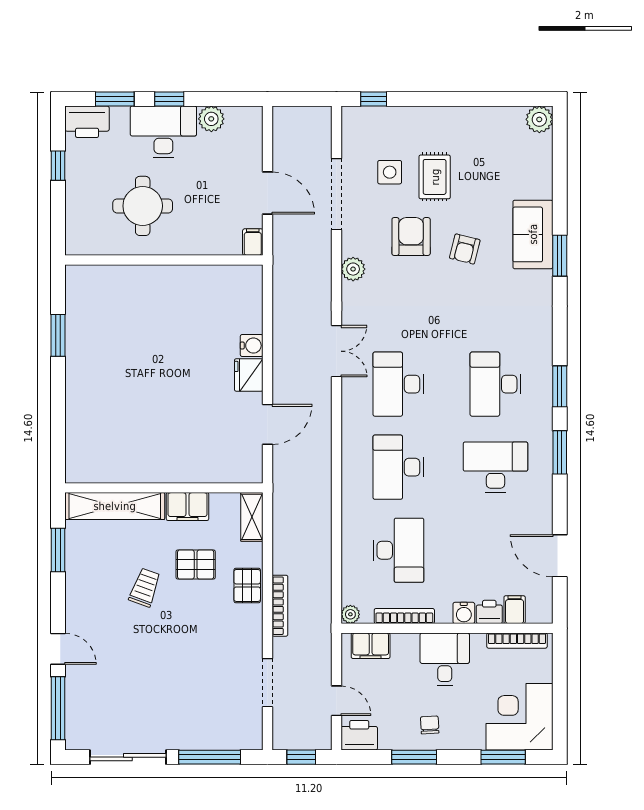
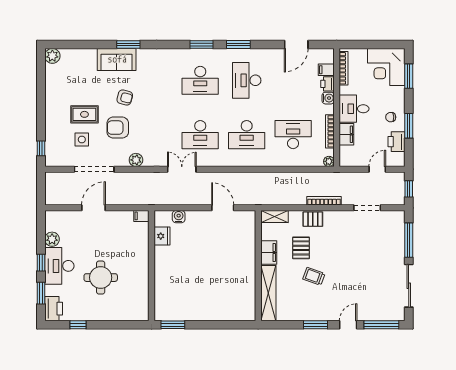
filing cabinet: (253, 242) -> (141, 216), moved
wall: (164, 260) -> (152, 266), moved
fridge: (249, 375) -> (162, 236), moved, turned -90
window: (58, 550) -> (316, 325), moved
filing cabinet: (371, 646) -> (346, 134), moved
printer: (359, 735) -> (396, 142), moved

